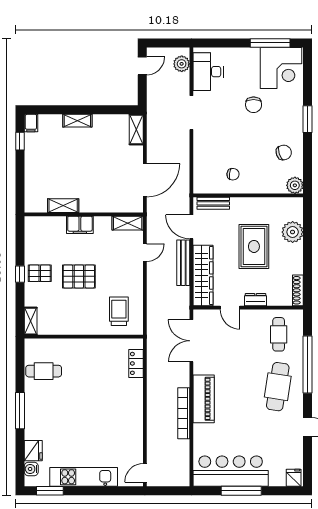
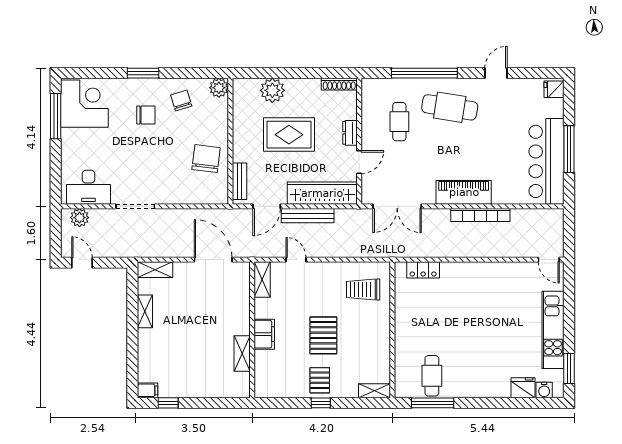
chair: (254, 105) -> (146, 115), moved
shelving: (77, 121) -> (145, 311), moved
chair: (233, 174) -> (206, 159), width x1.87, depth x1.87
cafe table: (279, 334) -> (399, 122), moved, turned 90
window: (20, 411) -> (433, 403), moved

